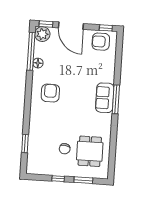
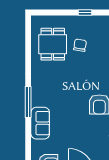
sofa: (105, 98) -> (40, 123), moved
window: (83, 180) -> (58, 13), removed

